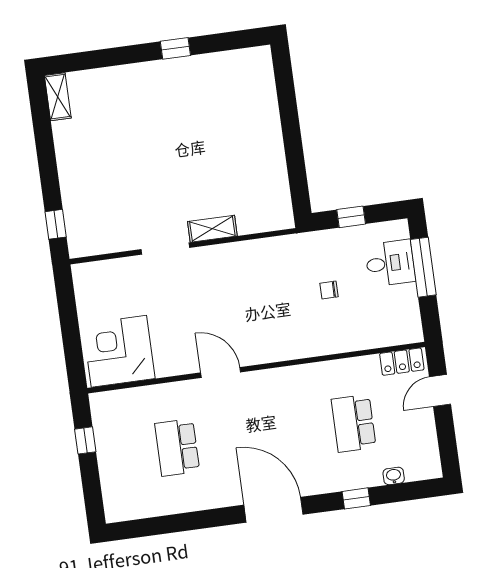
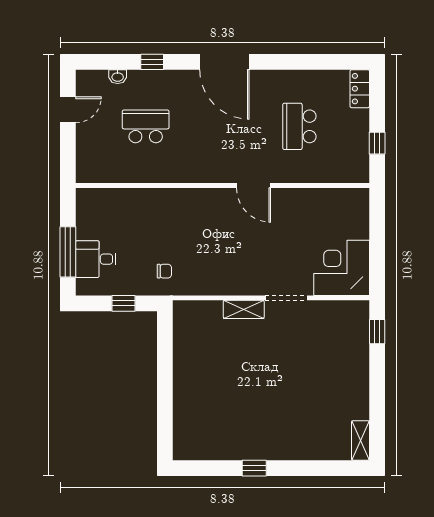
chair: (329, 290) -> (164, 271), moved
corner desk: (119, 351) -> (342, 268), moved, turned 180
locker: (402, 362) -> (360, 89), moved, turned -90
door: (440, 390) -> (68, 110), moved
school desk: (354, 423) -> (146, 126), turned -90
school desk: (177, 447) -> (299, 126), turned 180

